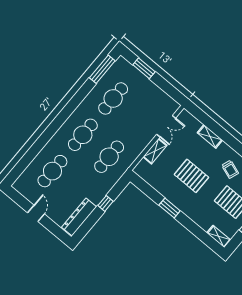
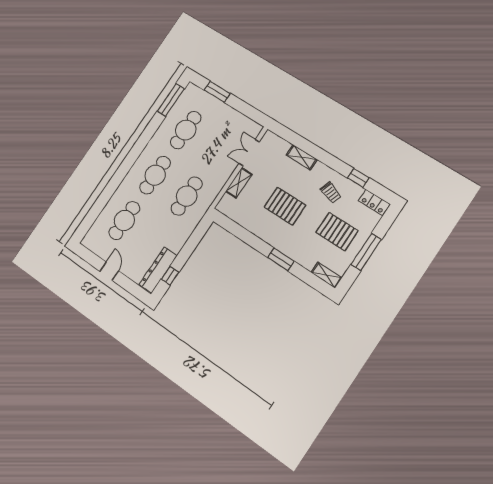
double door: (166, 126) -> (249, 153), swing flipped
window: (105, 203) -> (170, 276), moved
window: (170, 208) -> (281, 259), moved

